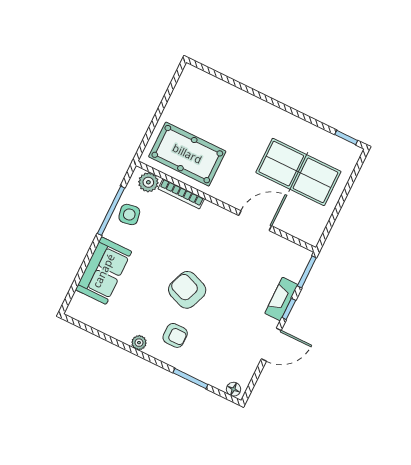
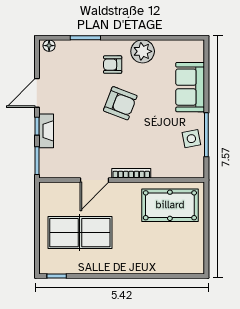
plant: (148, 182) -> (189, 170), removed
bookcase: (181, 194) -> (131, 173), moved
plant: (139, 343) -> (143, 51), width x1.88, depth x1.88

